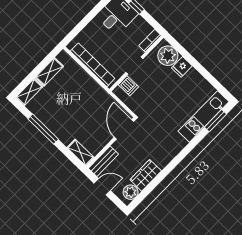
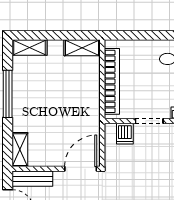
shelving: (49, 72) -> (82, 48), moved

